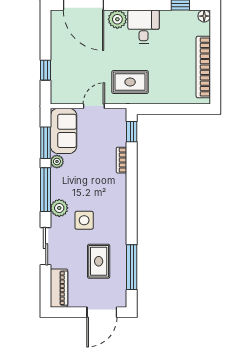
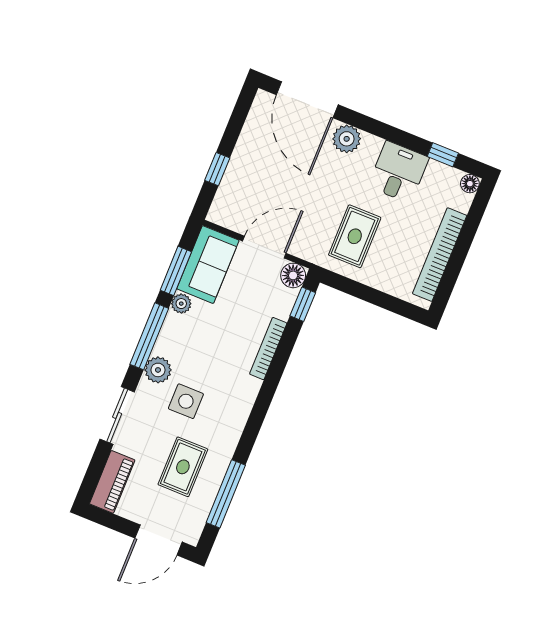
desk: (144, 27) -> (398, 172), moved
rug: (130, 82) -> (355, 236), moved, turned 90
door: (94, 106) -> (264, 247), width x1.37
floor lamp: (119, 116) -> (293, 275), added
bookcase: (122, 160) -> (268, 349), width x1.56

